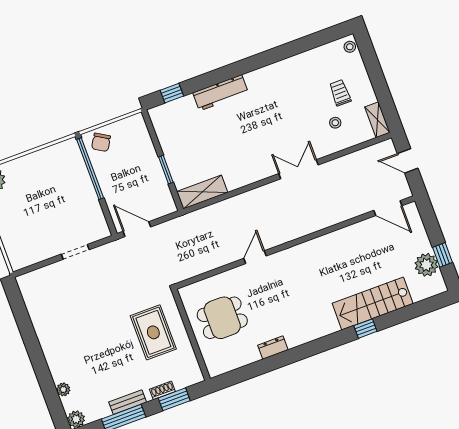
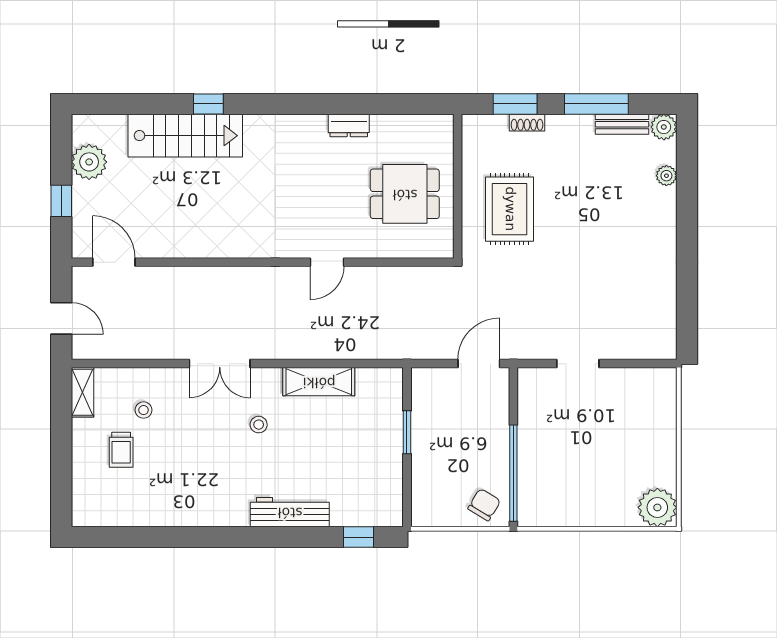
stool: (350, 47) -> (259, 425), moved
shelving: (202, 192) -> (319, 382), moved
door: (137, 229) -> (479, 364), swing flipped
window: (442, 255) -> (61, 201), moved
bench: (128, 402) -> (622, 124), moved

